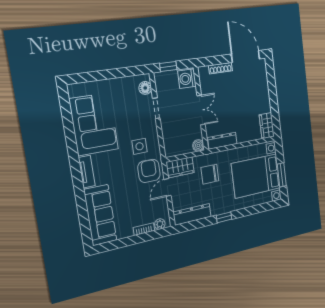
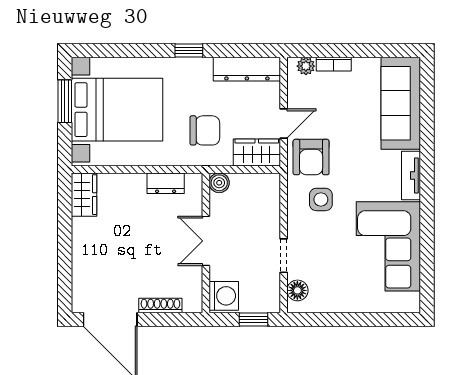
dresser: (222, 141) -> (166, 183), width x0.70

